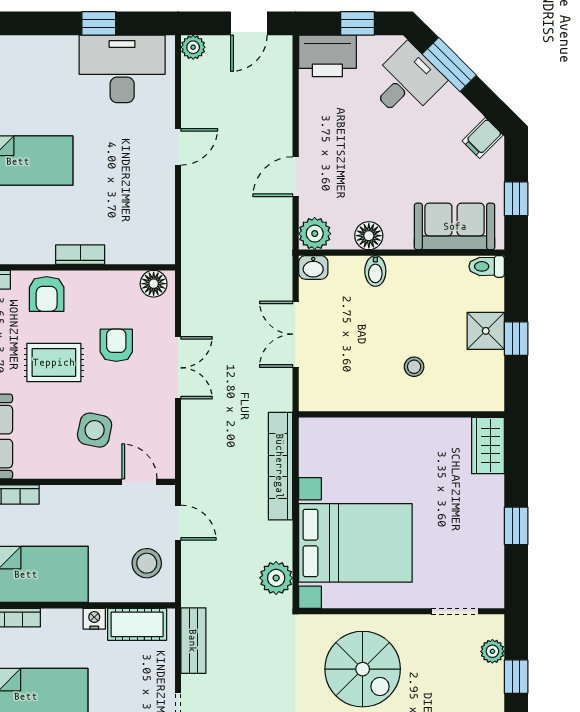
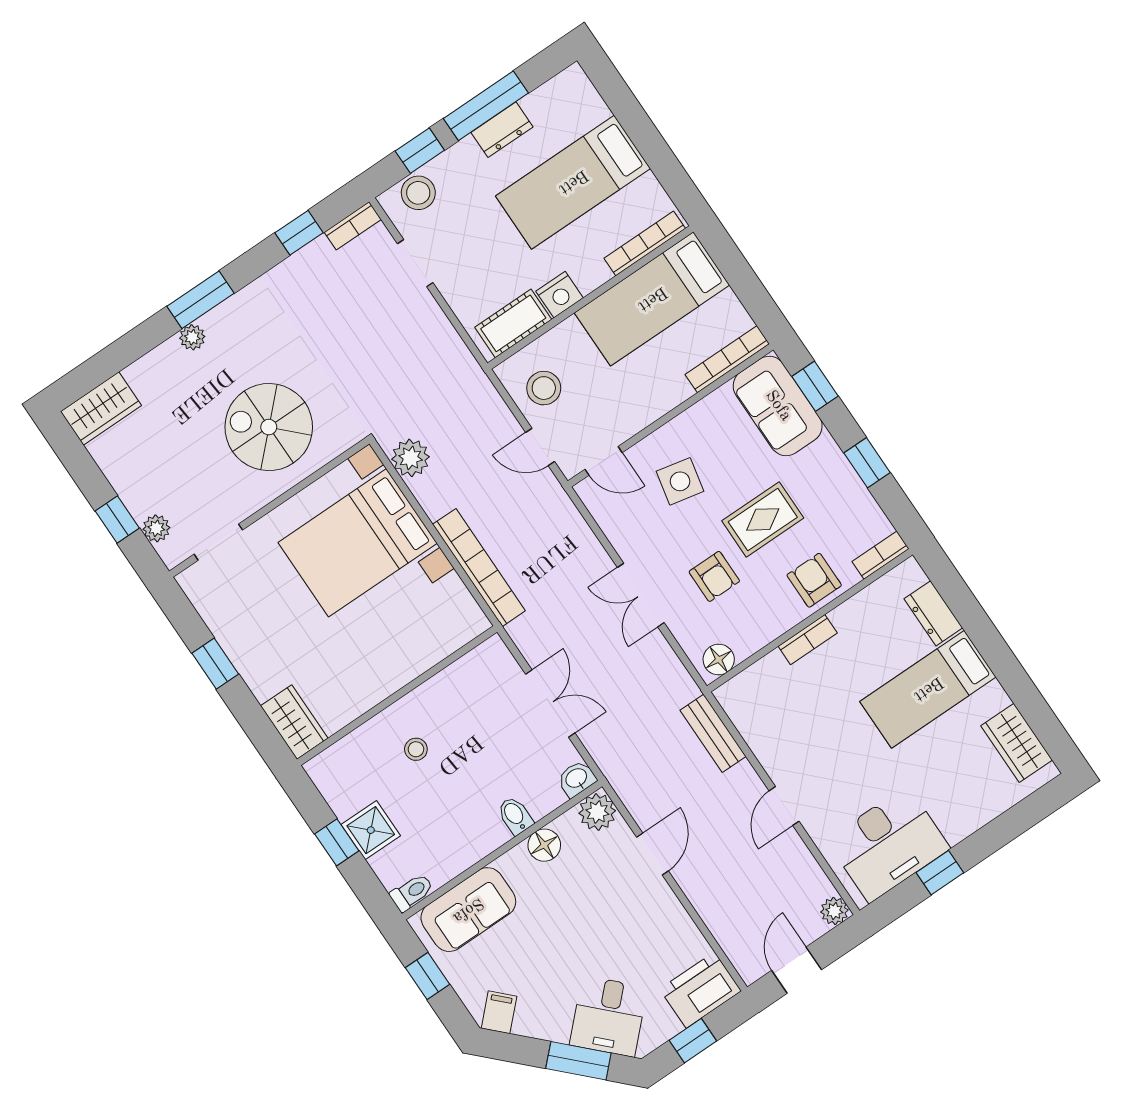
nightstand: (94, 619) -> (560, 295), width x1.39, depth x1.35
bench: (193, 641) -> (713, 733), moved

